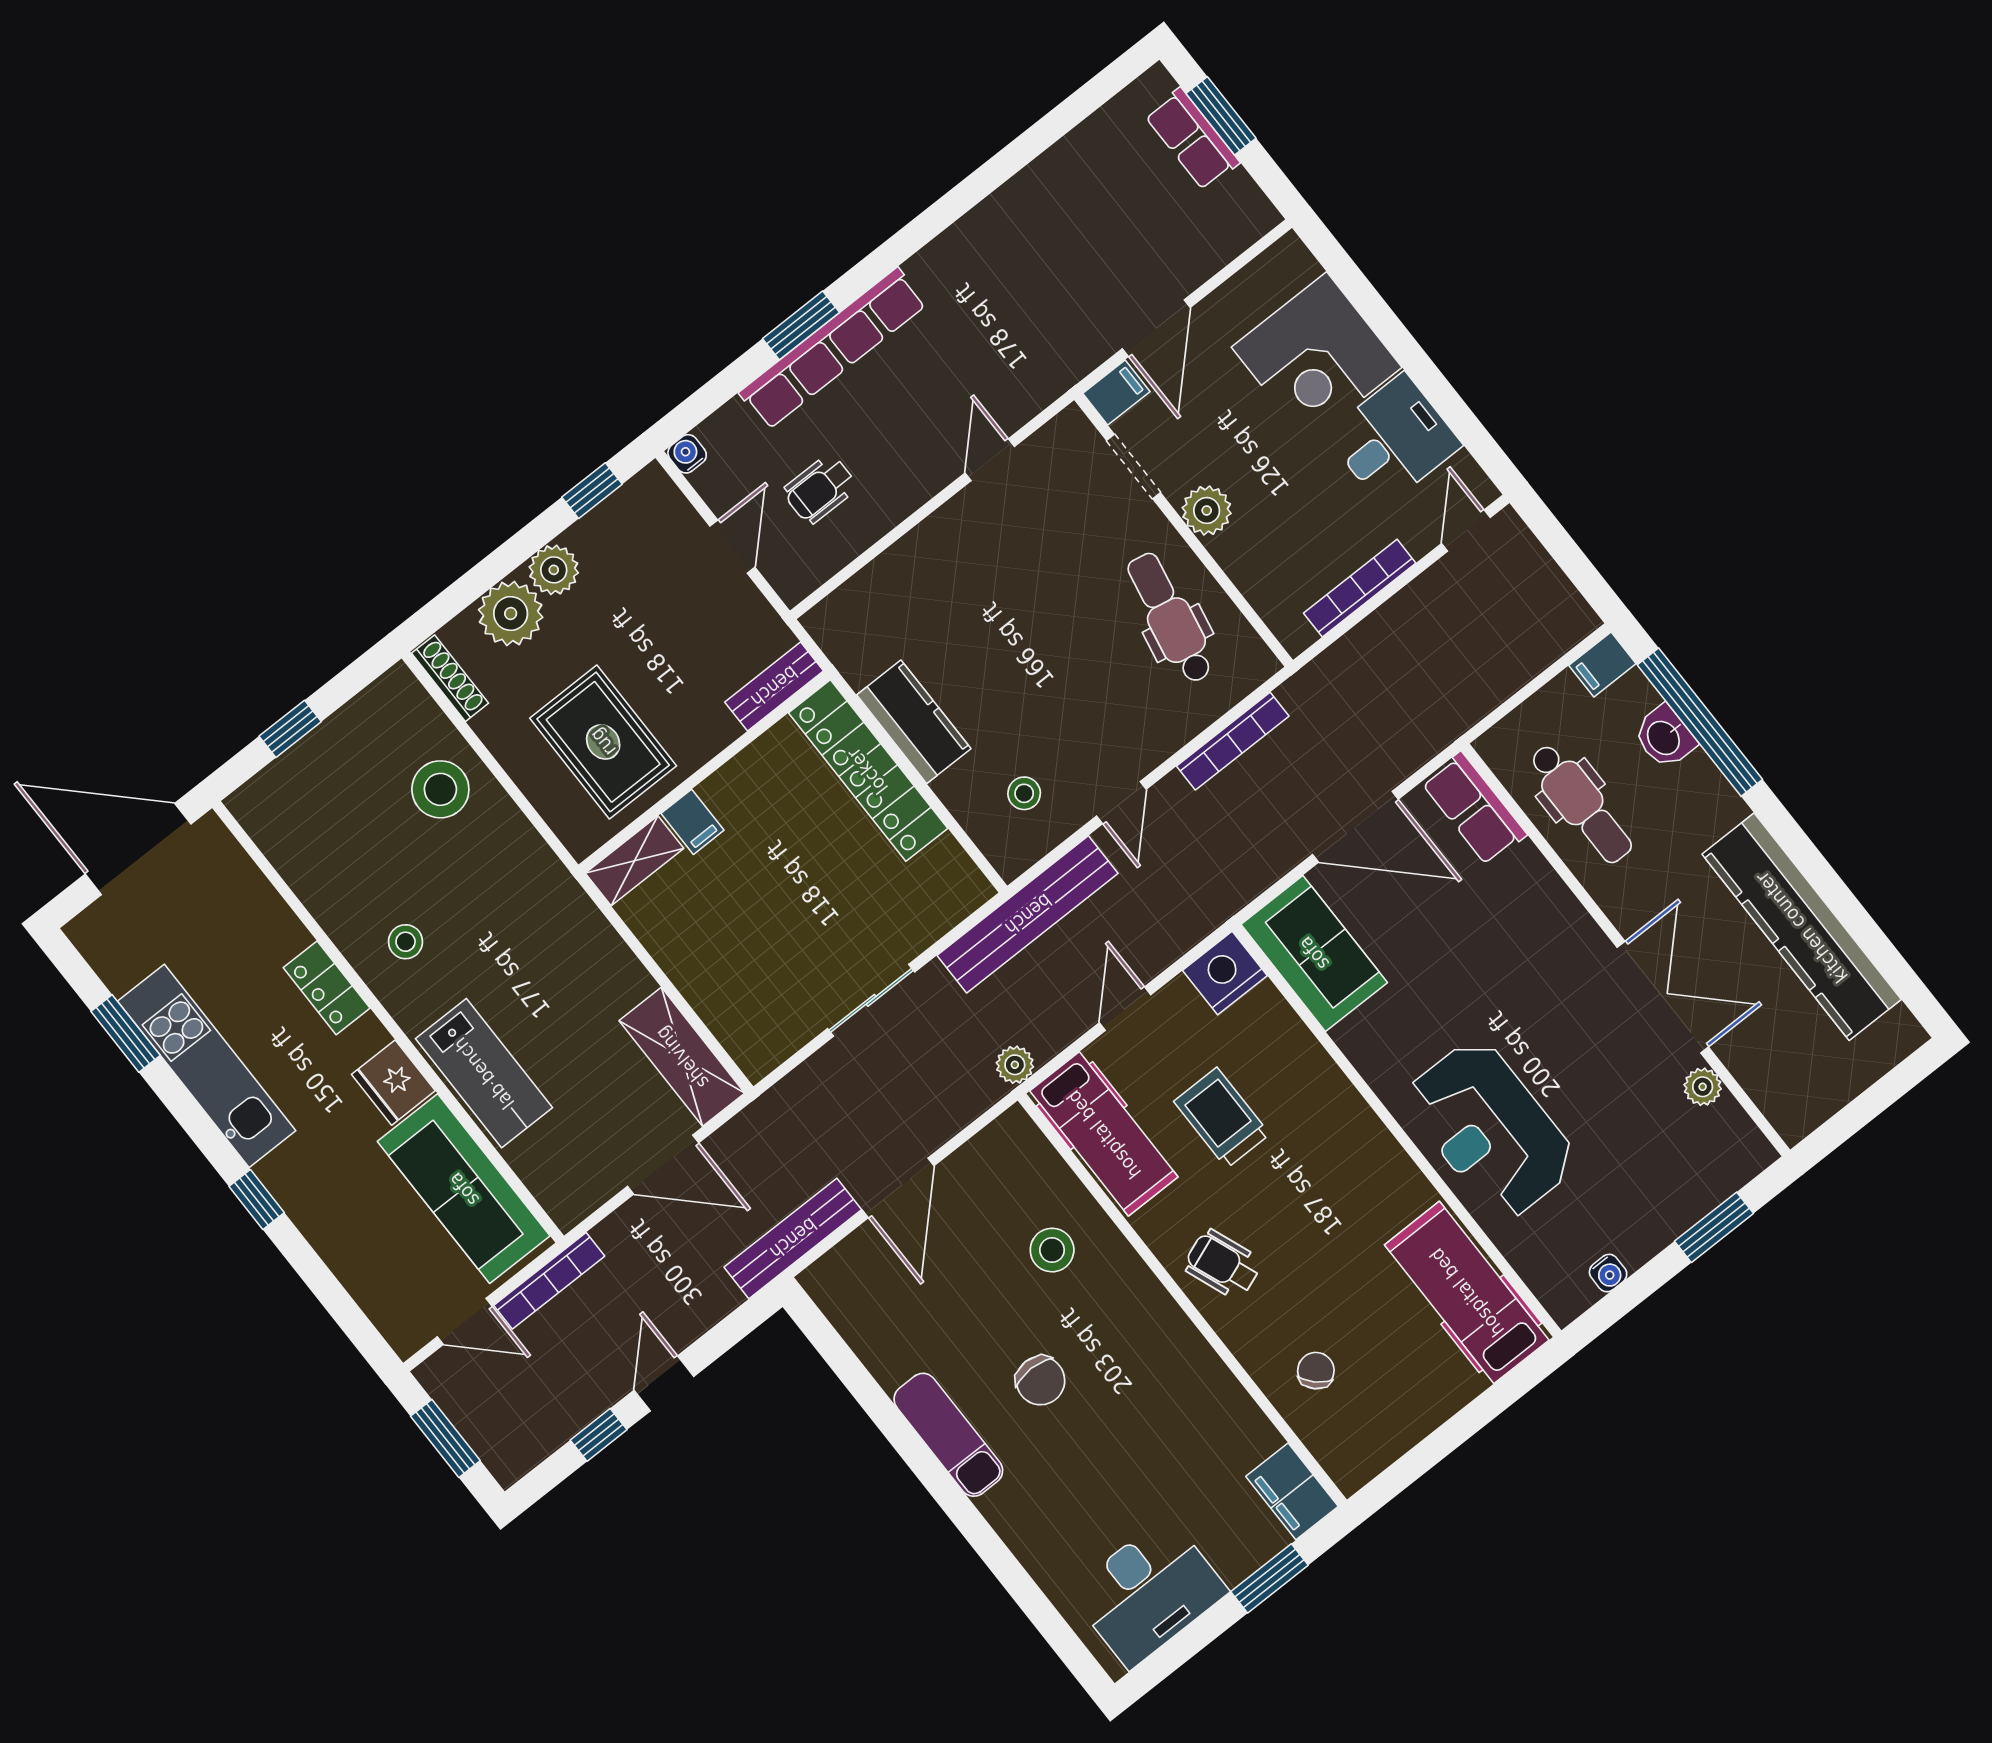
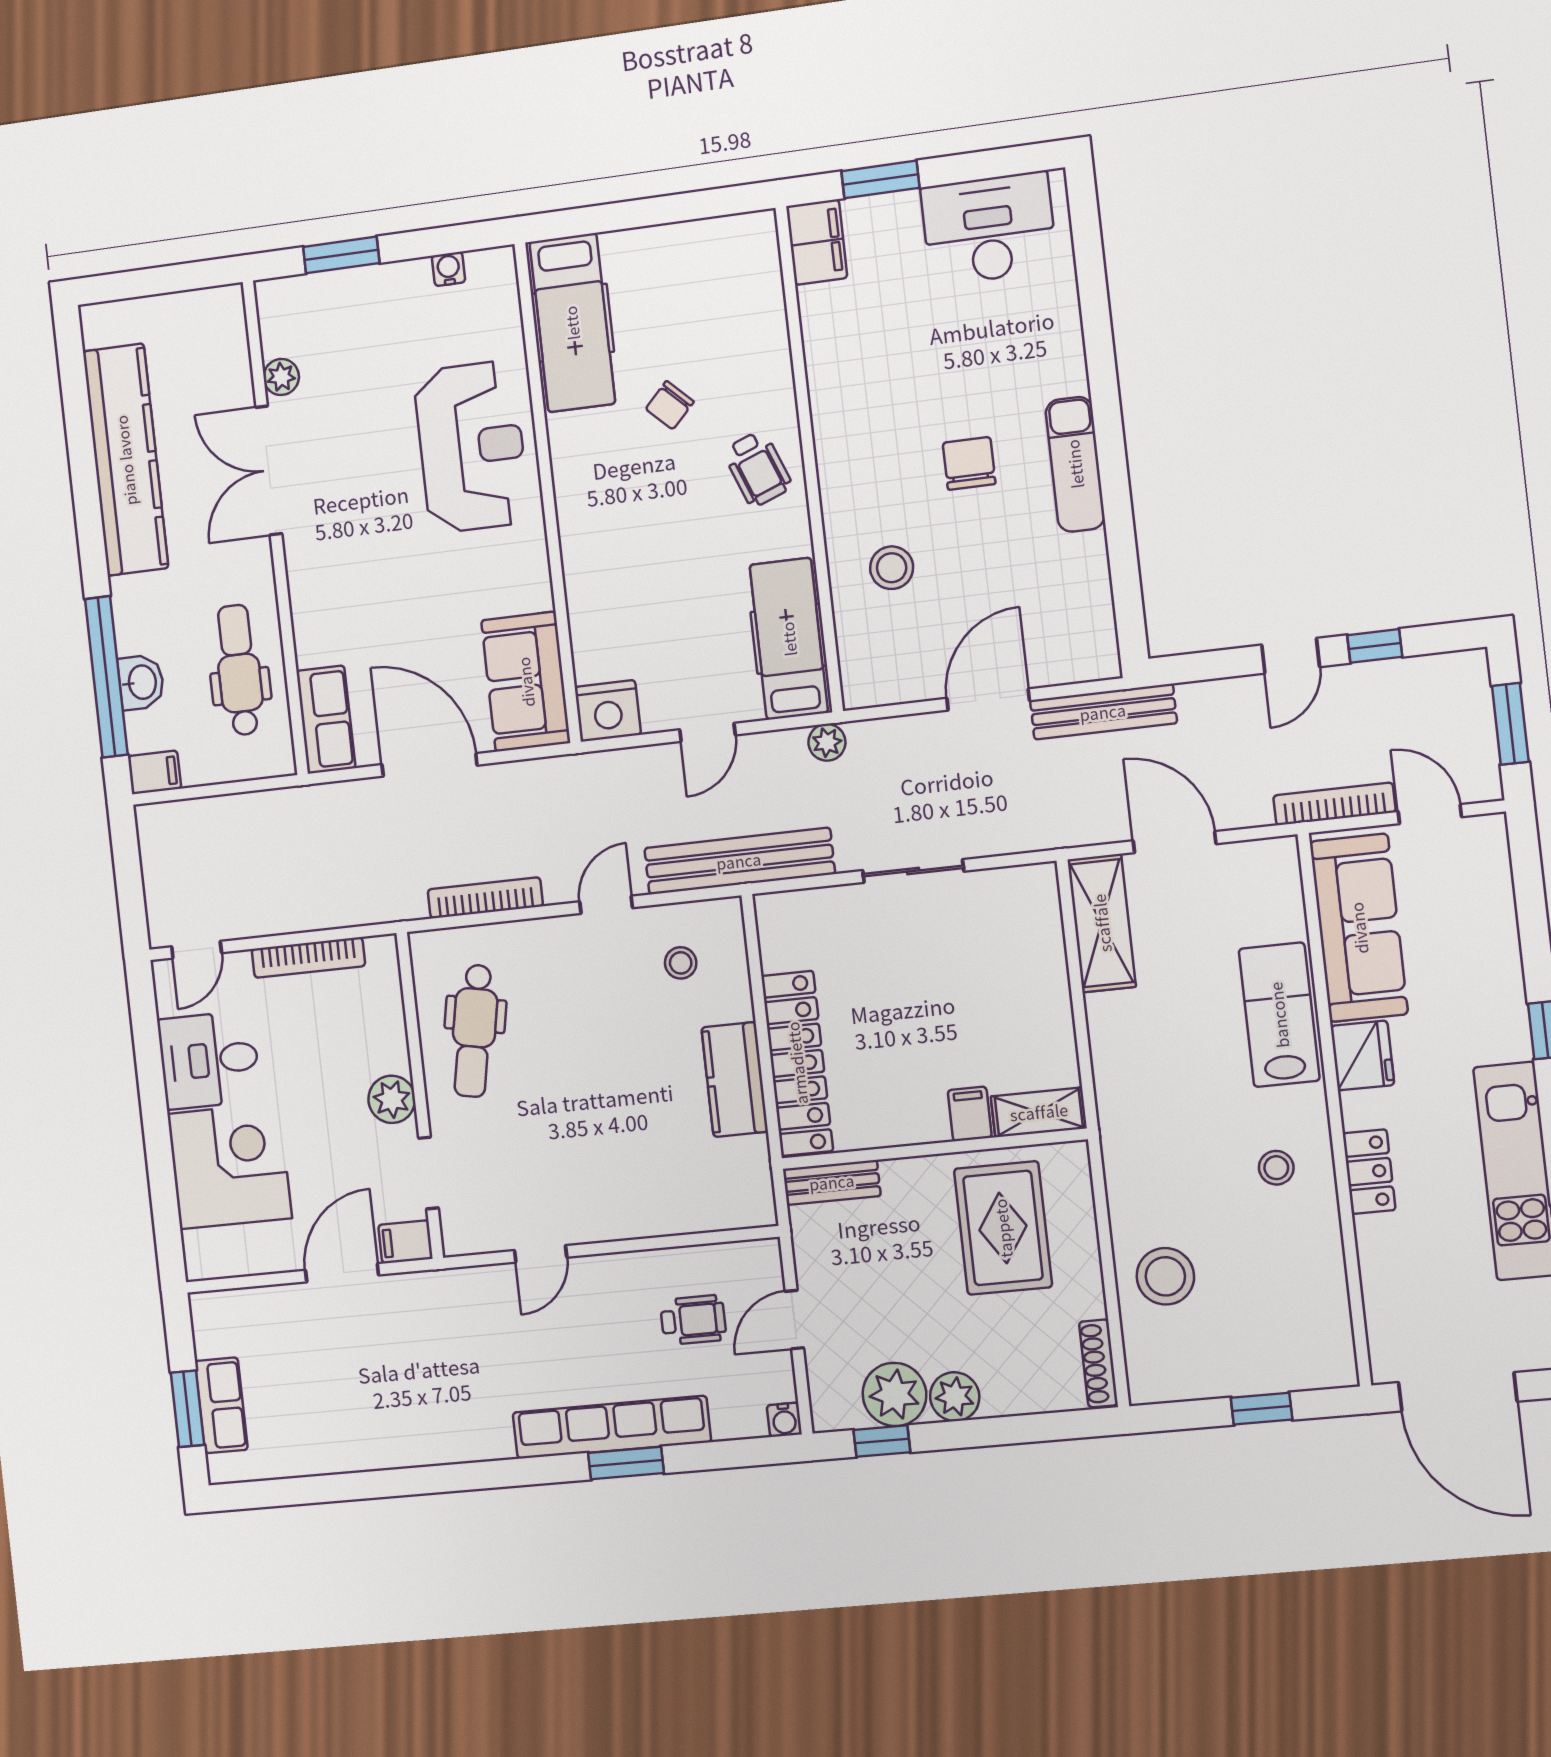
plant: (511, 614) -> (894, 1394), moved
trolley: (1222, 1118) -> (684, 592), removed
chair: (1316, 1371) -> (670, 405), moved

